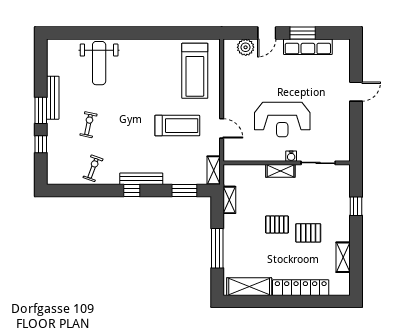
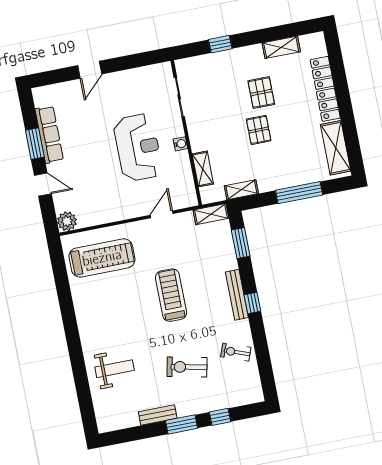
plant: (246, 47) -> (67, 221), moved
weight bench: (99, 63) -> (115, 369), width x0.73, depth x0.75
door: (356, 92) -> (90, 70), swing flipped
bench: (53, 98) -> (158, 415), width x0.73
exercise bike: (88, 125) -> (187, 367), width x1.38, depth x1.39
treadmill: (177, 126) -> (171, 295), moved
water cooler: (291, 156) -> (180, 144), moved
shelving: (280, 171) -> (203, 169), moved

